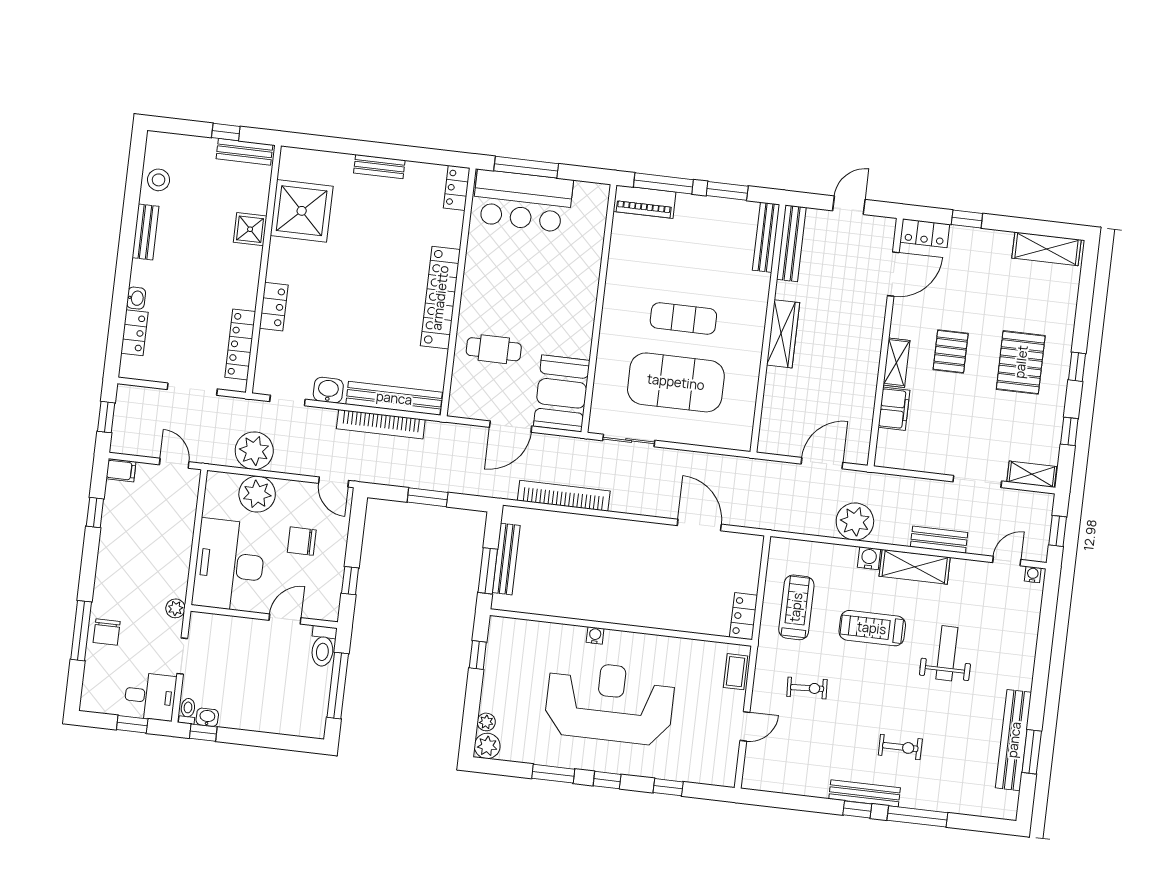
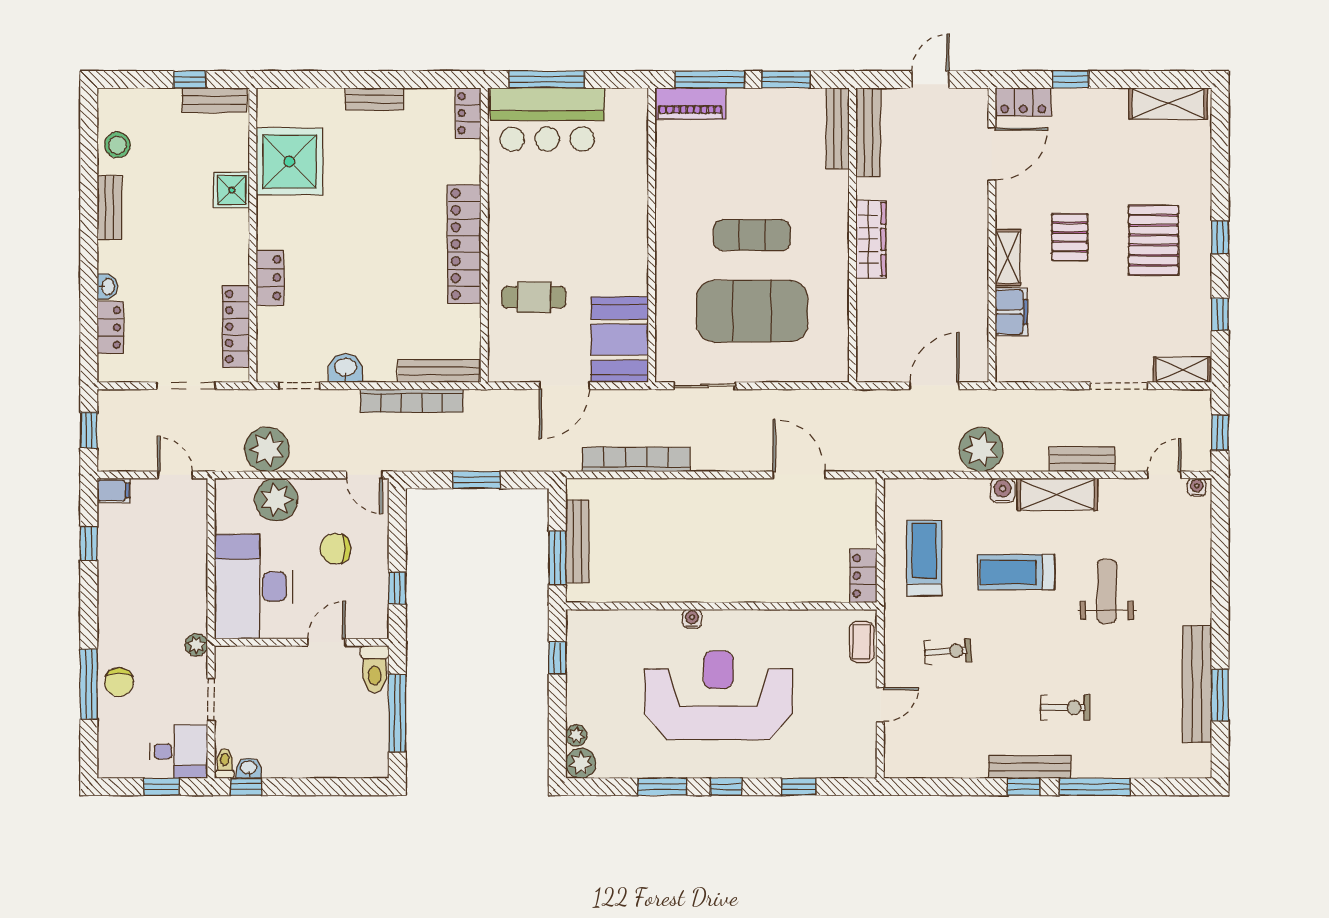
bench: (394, 398) -> (439, 371), width x0.73, depth x0.82

